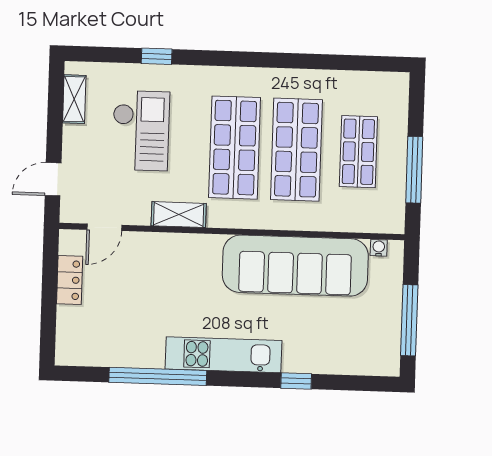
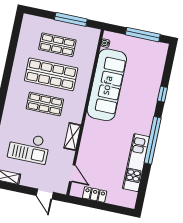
checkout: (141, 131) -> (29, 148), turned 180
shop shelf: (235, 148) -> (45, 104), width x0.70, depth x0.74
kitchen unit: (223, 355) -> (136, 163), moved
window: (158, 376) -> (153, 140), moved

